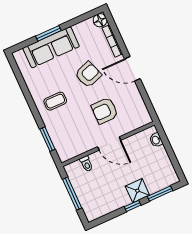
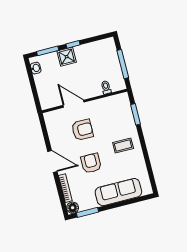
window: (48, 33) -> (88, 212), moved
armchair: (88, 75) -> (91, 163), turned 109
washbasin: (156, 140) -> (36, 68), moved
door: (109, 143) -> (74, 104), moved

